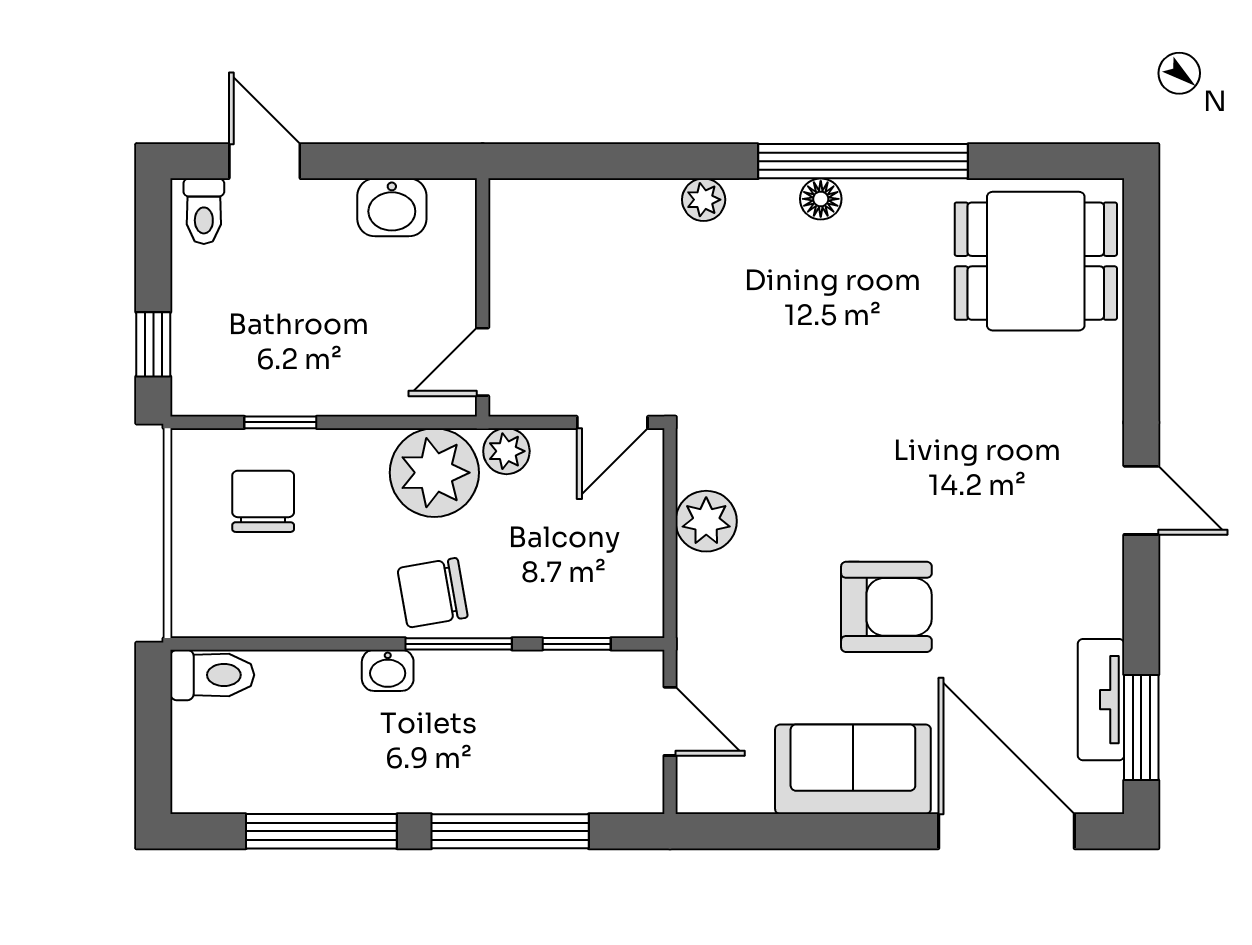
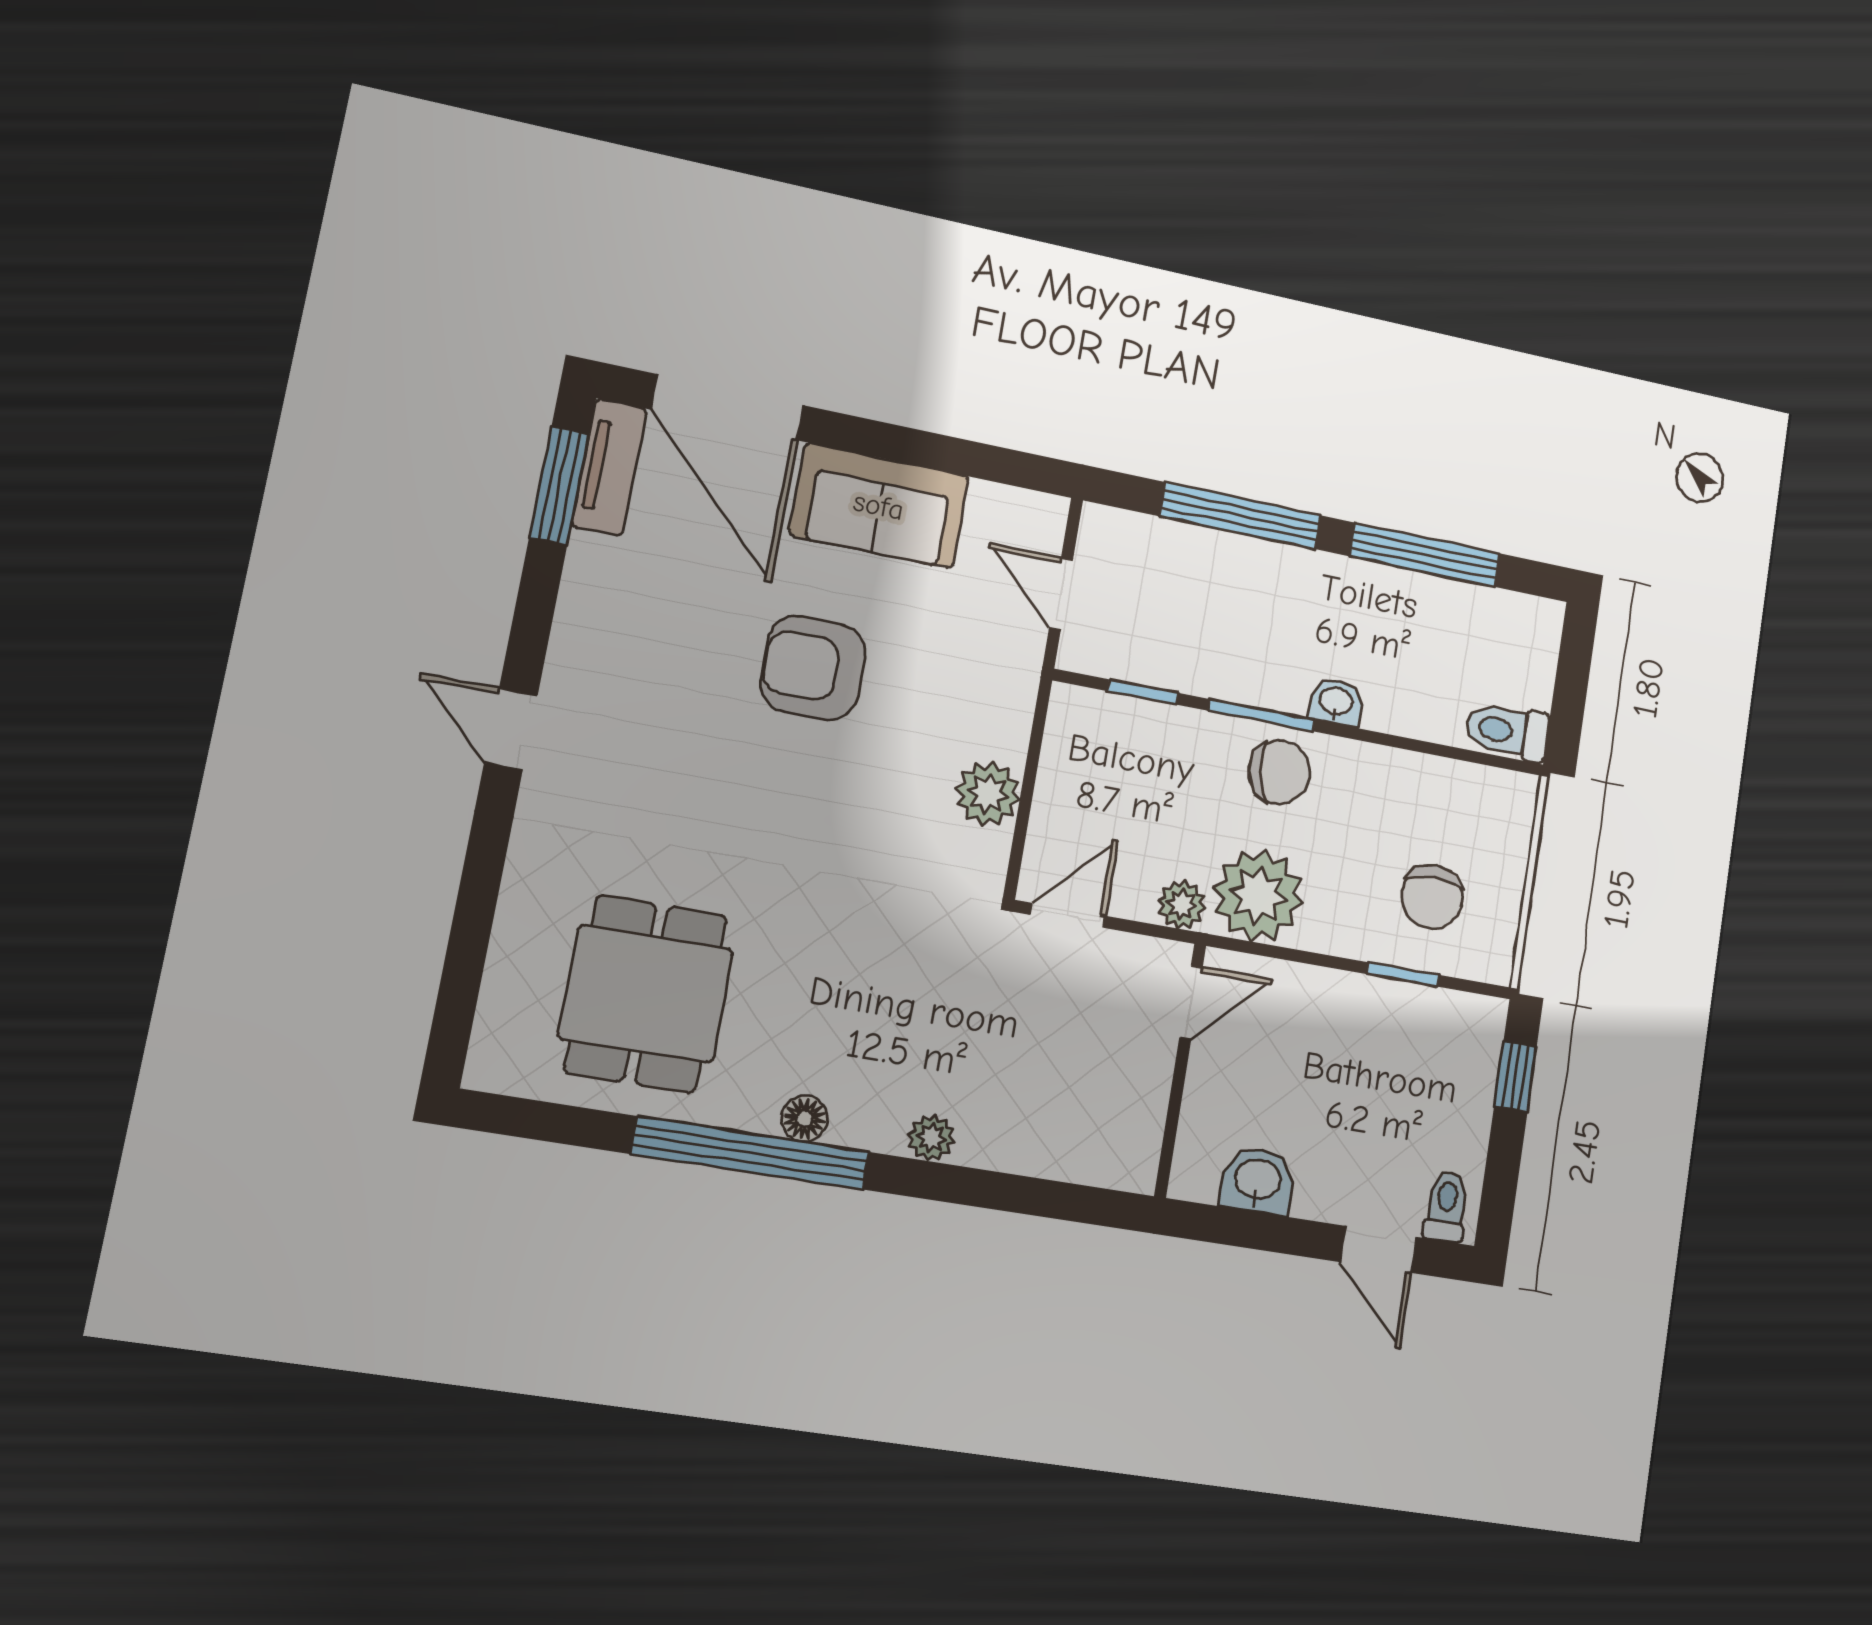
dining table: (1036, 261) -> (646, 994), moved, turned 90
tv unit: (1101, 700) -> (609, 467), moved

